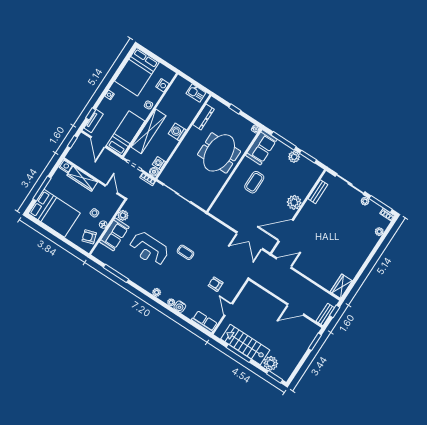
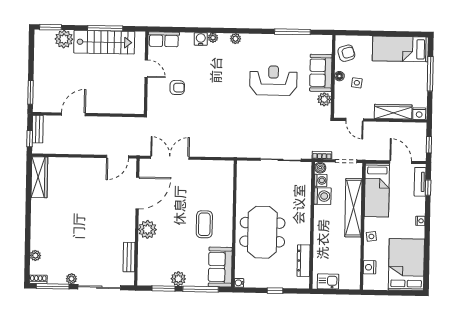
washing machine: (177, 132) -> (323, 196), moved
bed: (54, 213) -> (400, 49), width x0.67
coffee table: (185, 252) -> (231, 102), removed
wardrobe: (341, 286) -> (39, 177), width x1.50

